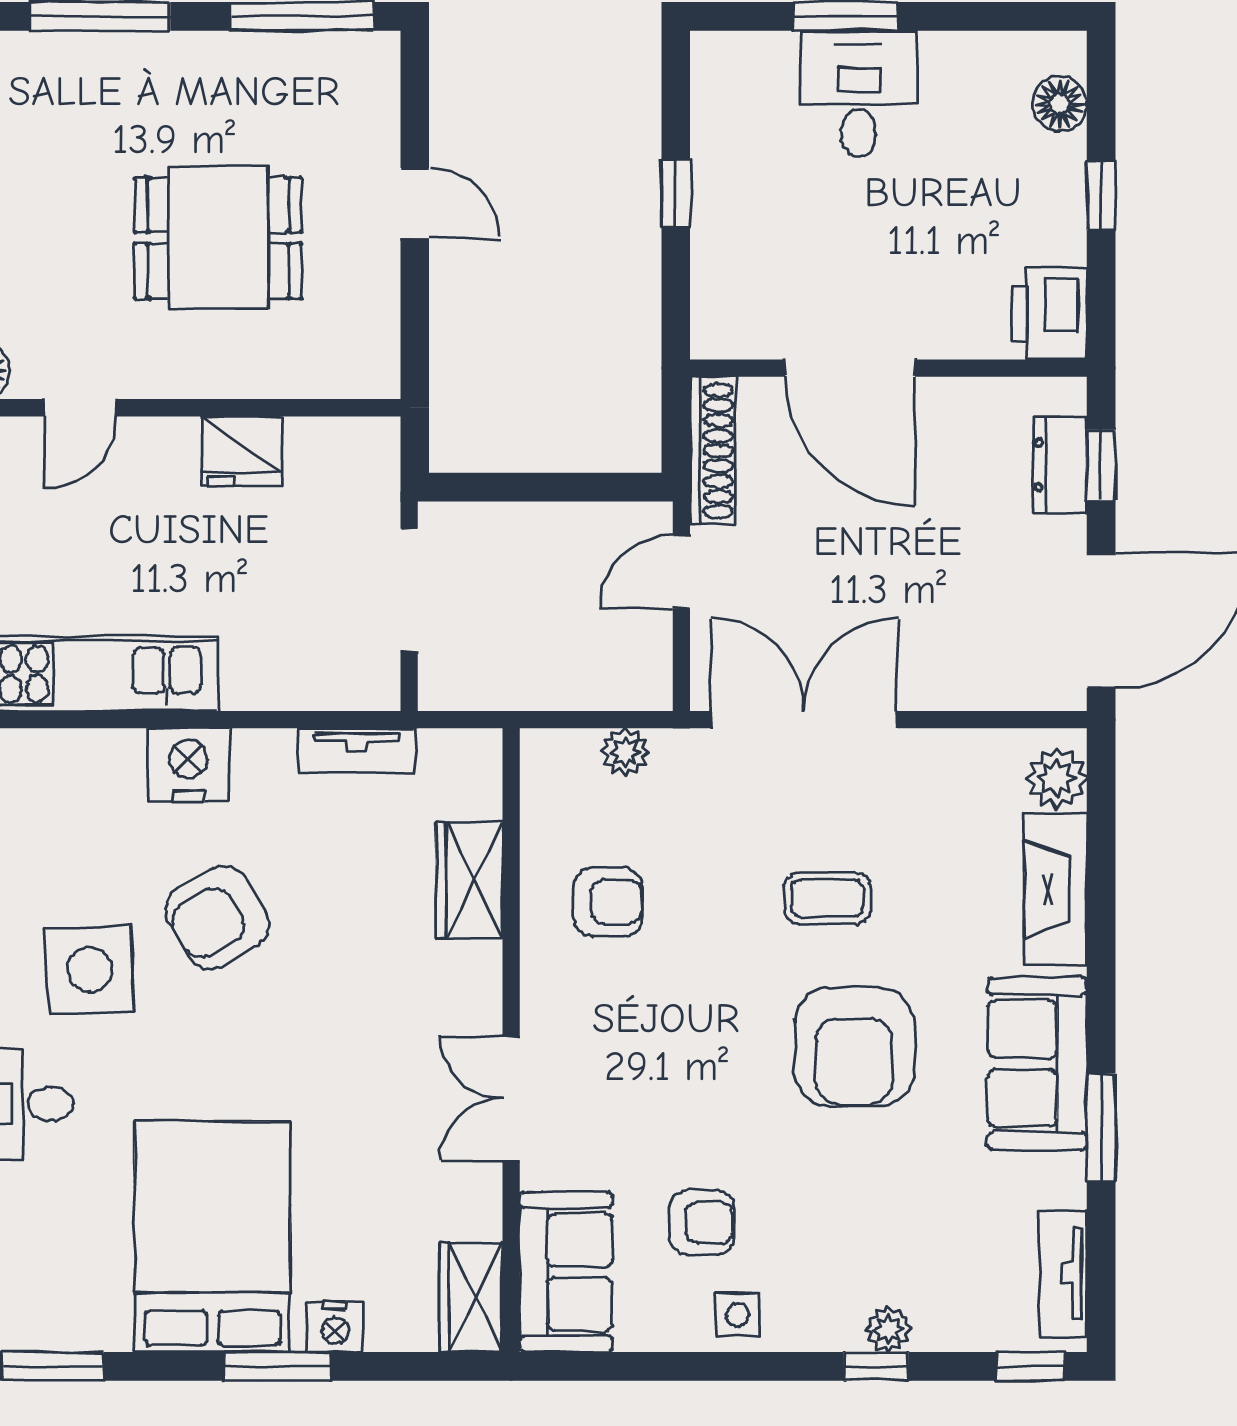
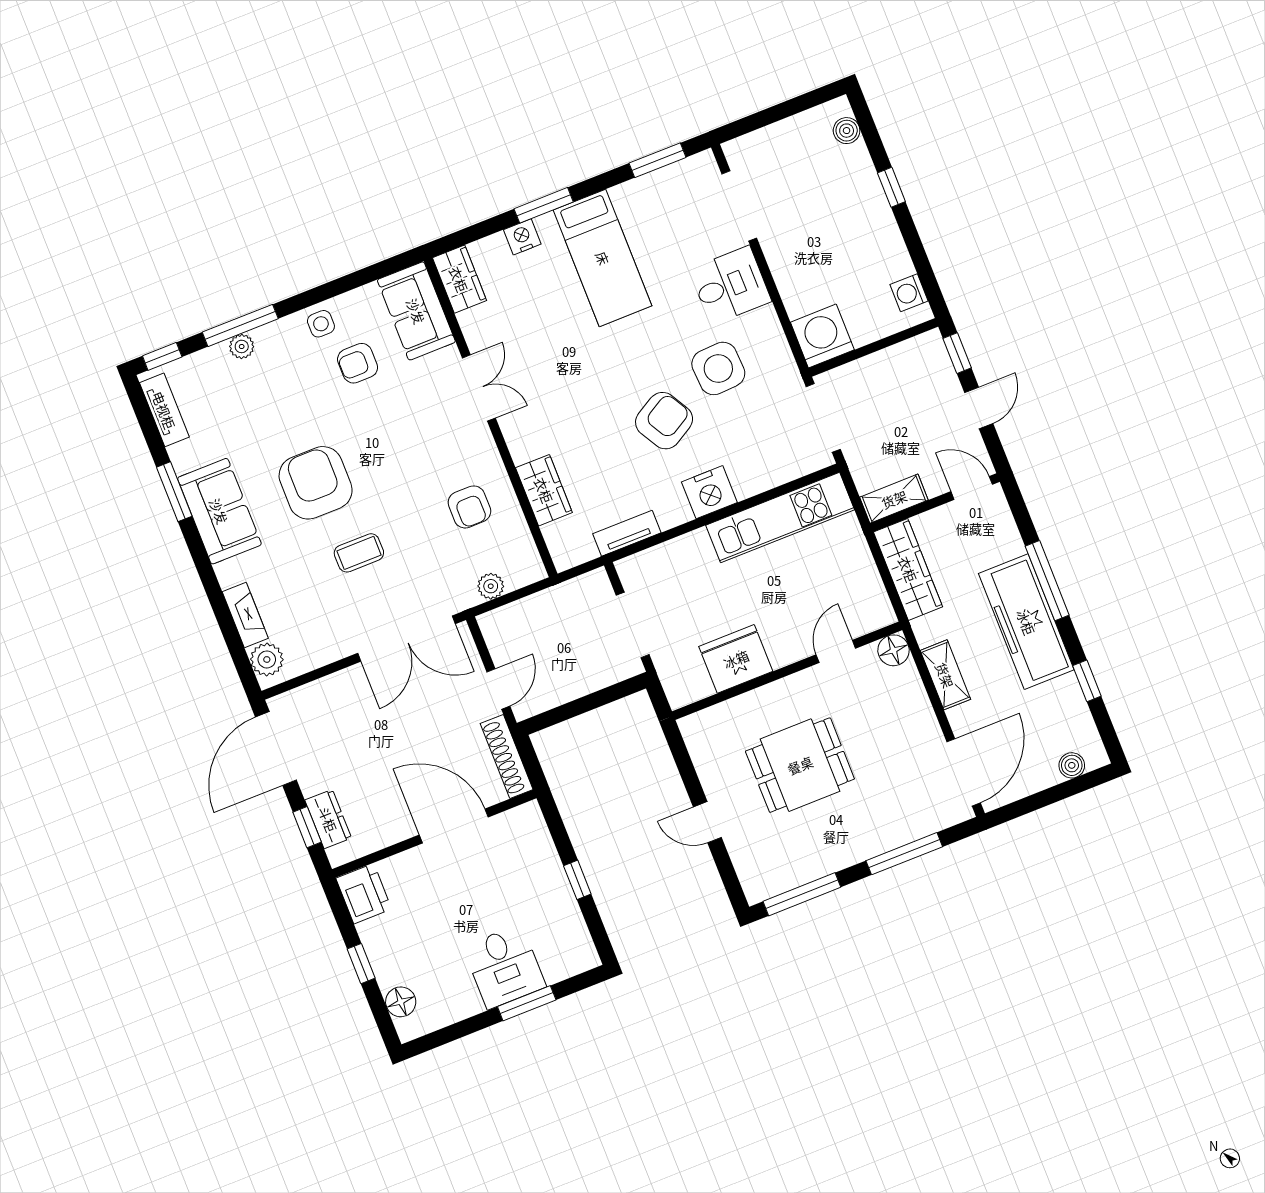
fridge: (241, 451) -> (736, 659), width x1.36, depth x1.34
fireplace: (1056, 889) -> (245, 615), width x0.73, depth x0.76
armchair: (608, 902) -> (469, 507), turned -90
bed: (212, 1237) -> (603, 258), width x0.67
window: (876, 1366) -> (240, 325), width x2.17

